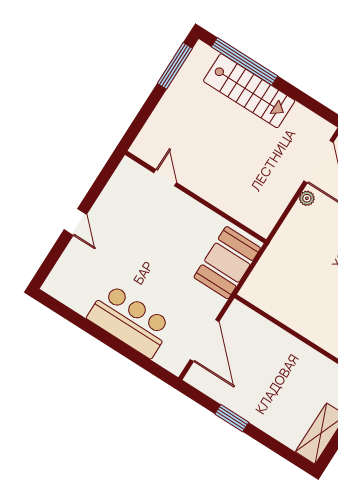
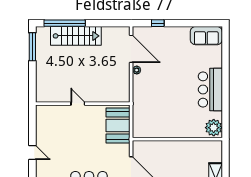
door: (165, 178) -> (78, 104), moved

